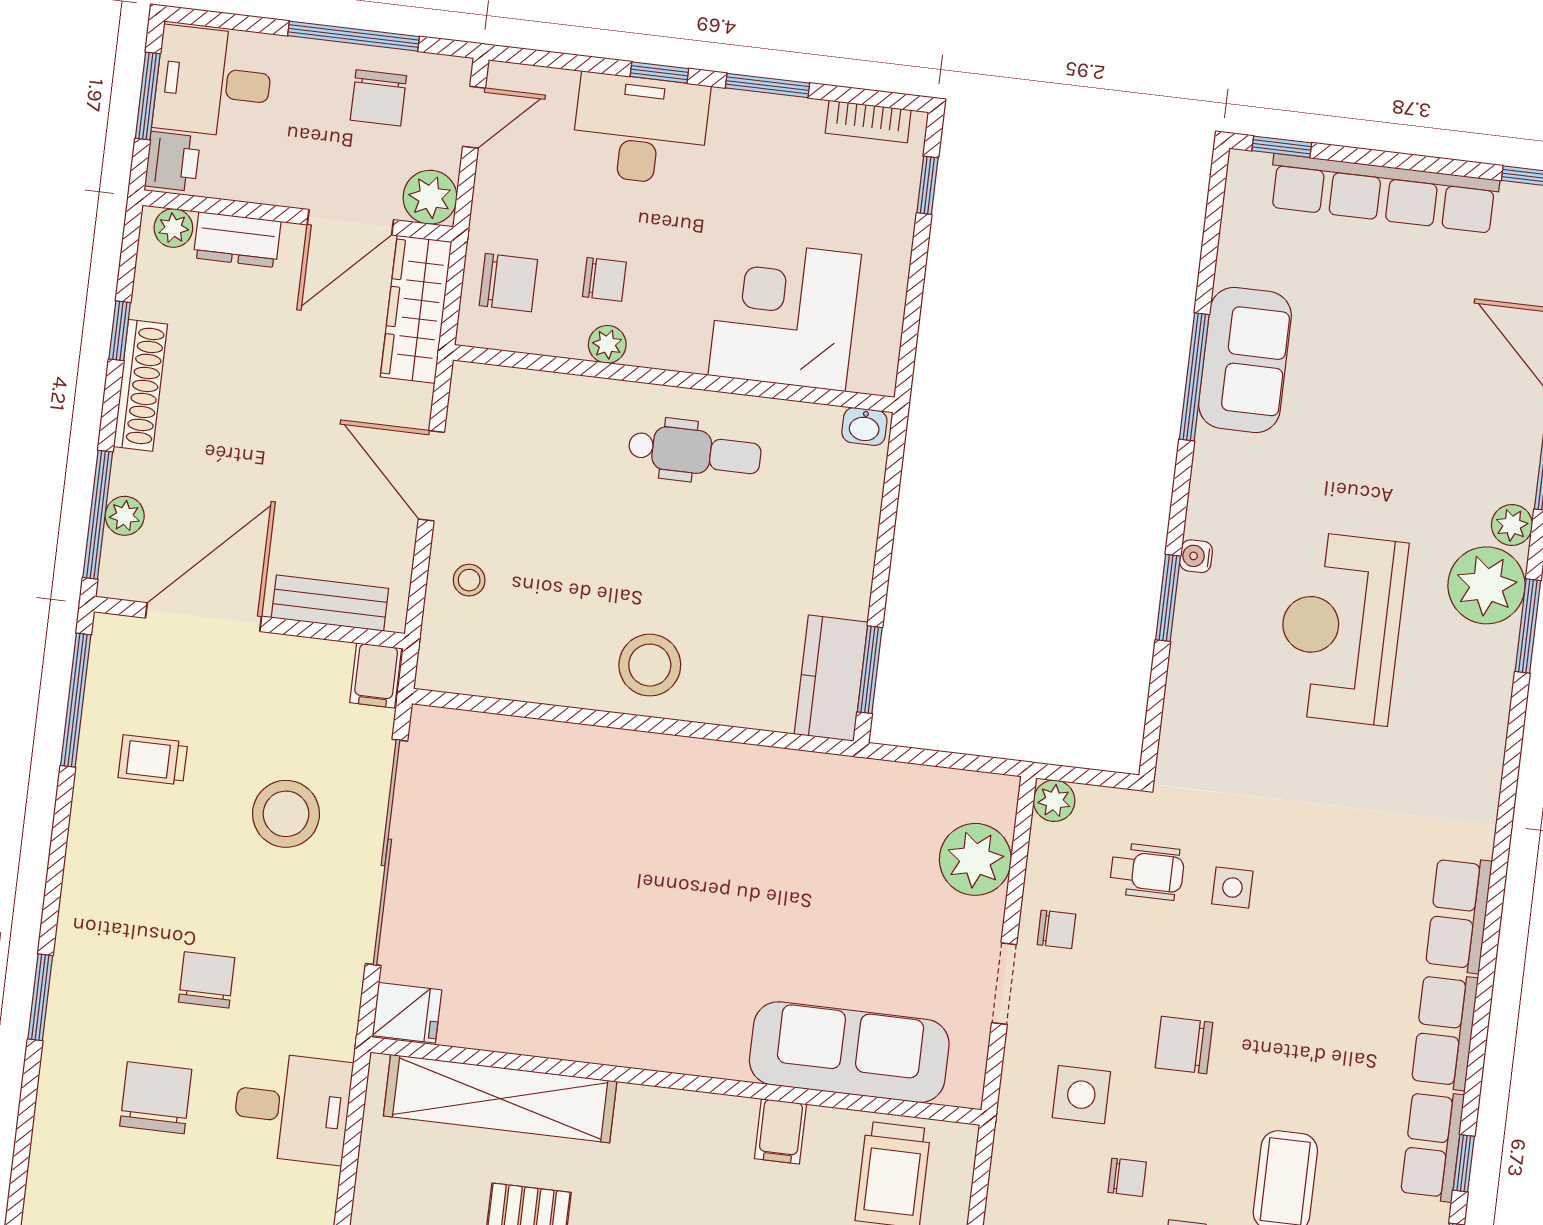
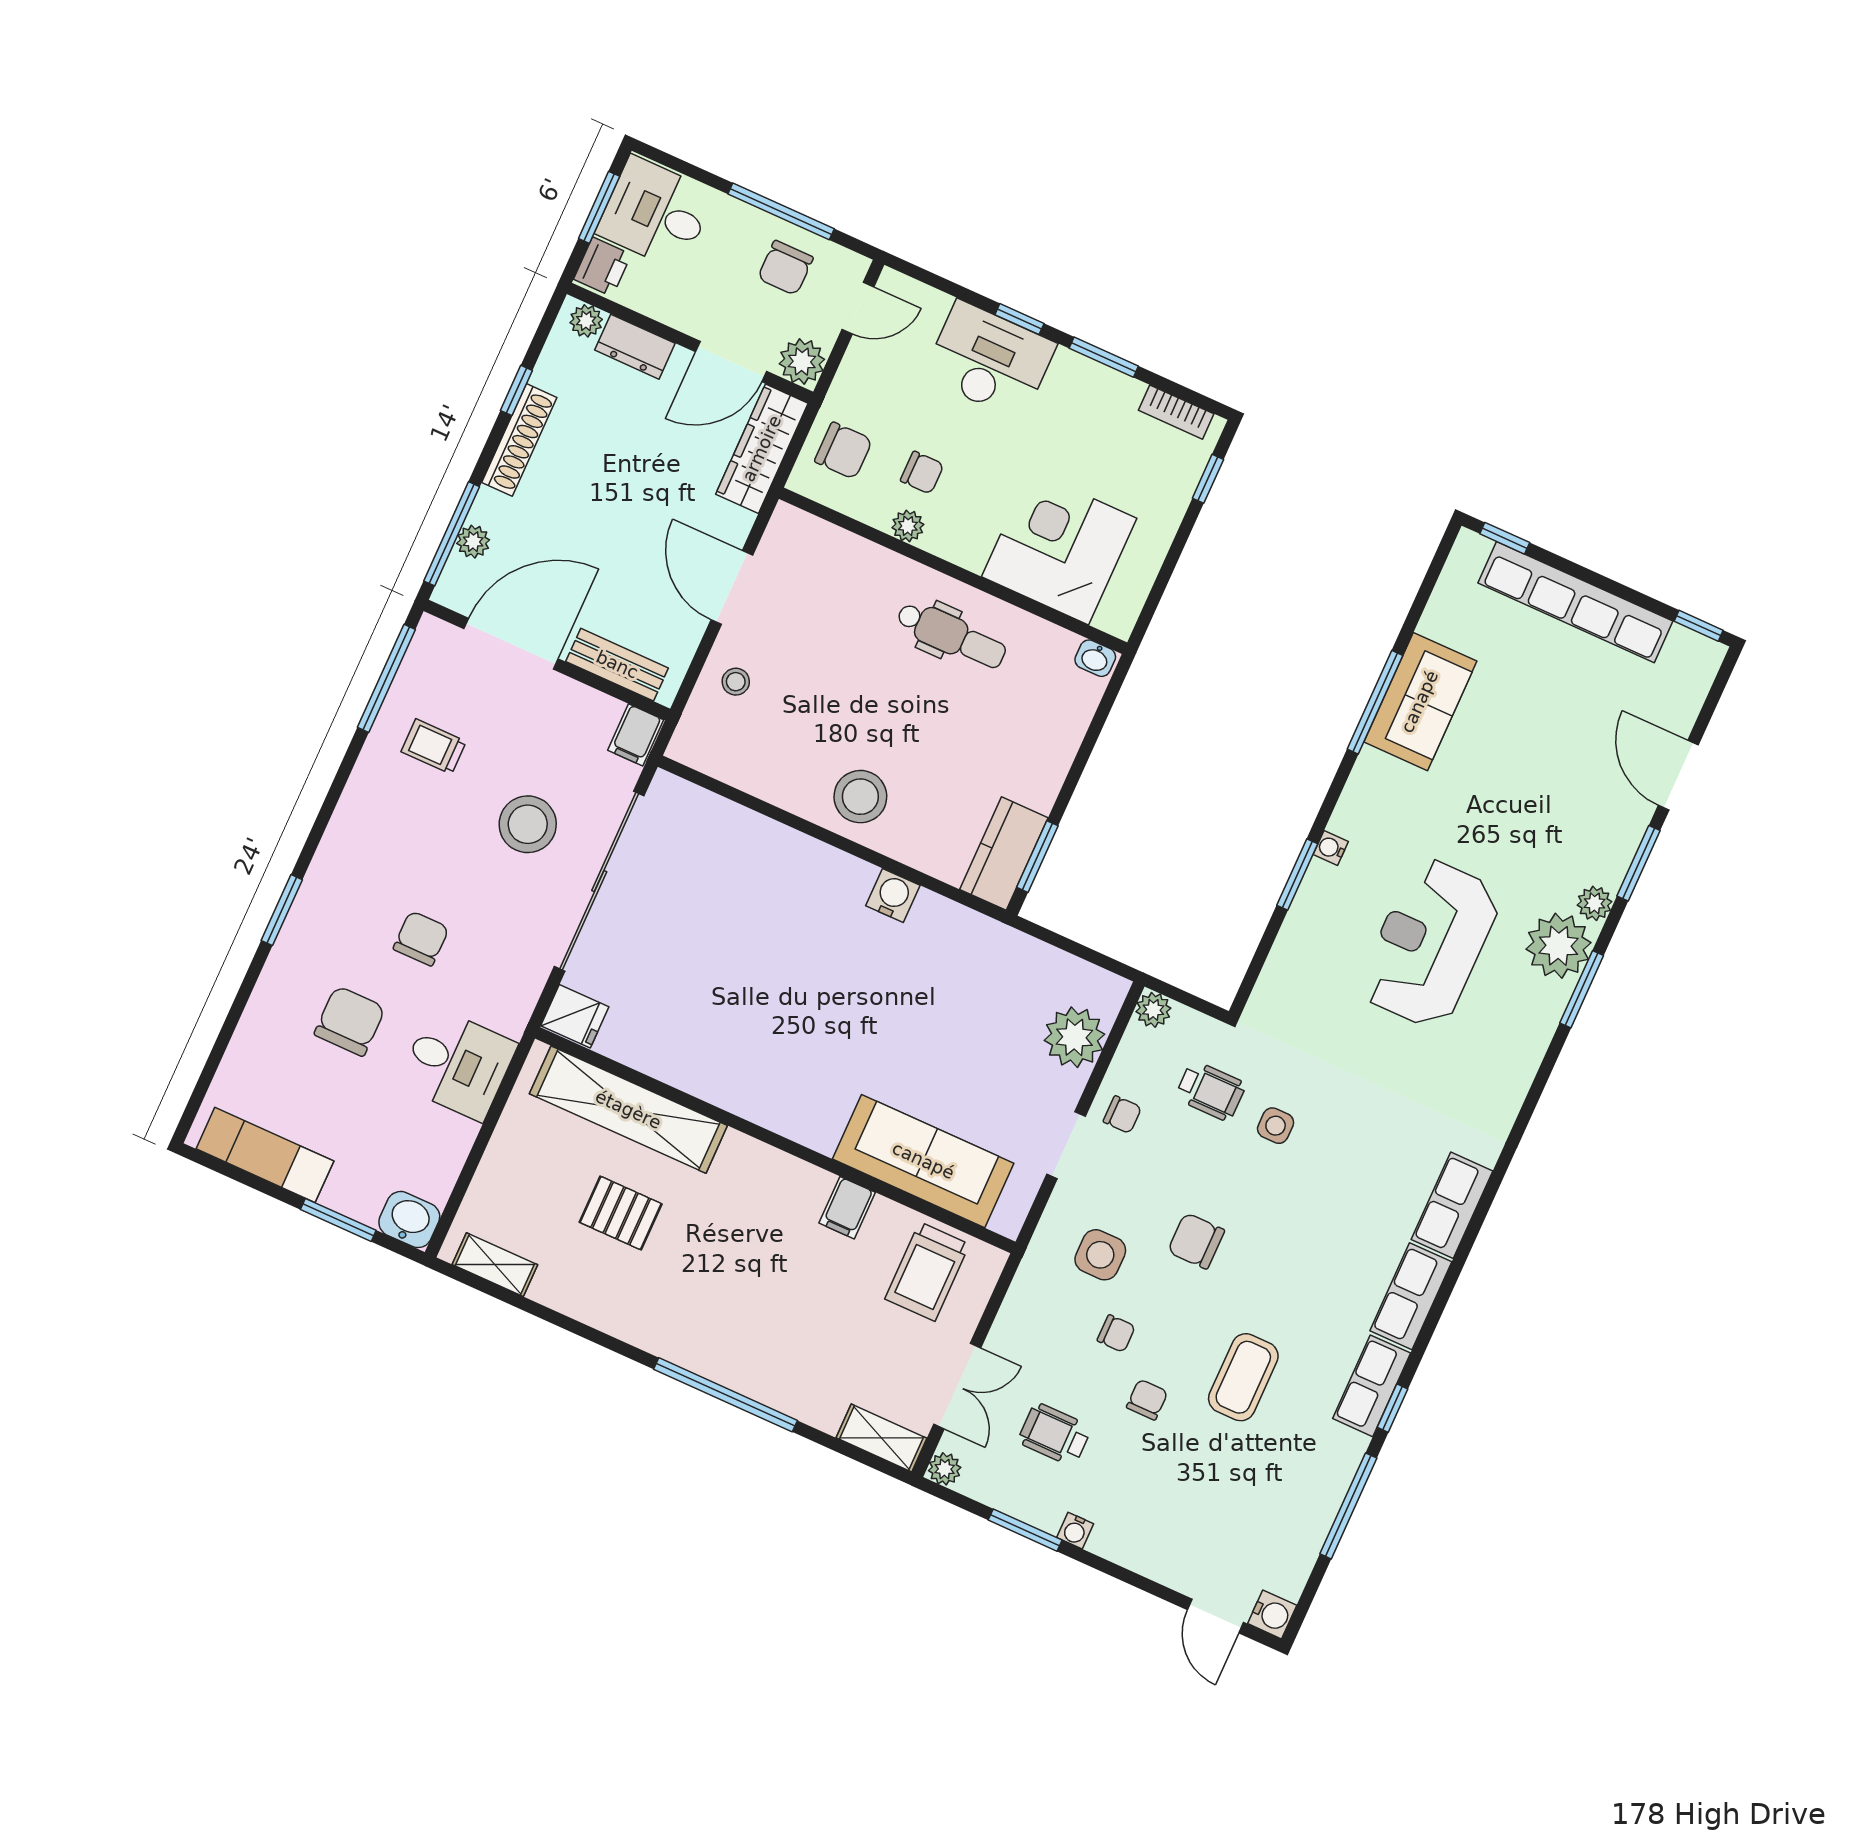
water cooler: (721, 765) -> (893, 896), added

